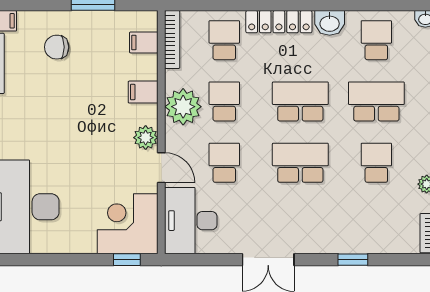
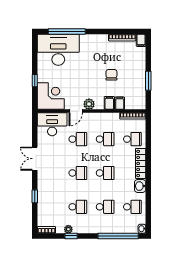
filing cabinet: (144, 42) -> (120, 103), moved
chair: (57, 47) -> (111, 75), moved
school desk: (300, 101) -> (105, 173), width x0.54
school desk: (376, 101) -> (105, 207), width x0.54
plant: (183, 107) -> (103, 121), removed
school desk: (300, 163) -> (78, 173), width x0.54
window: (127, 260) -> (35, 81), moved

